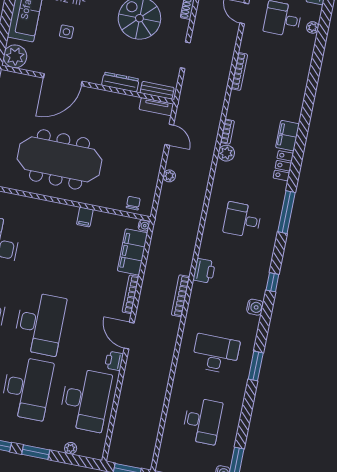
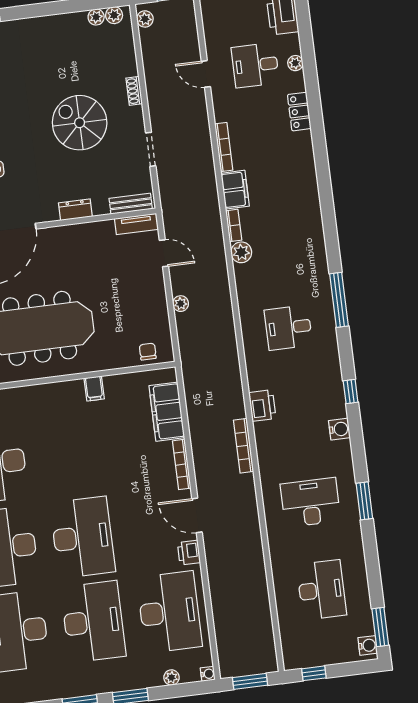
dresser: (120, 82) -> (75, 210), width x0.70
filing cabinet: (287, 136) -> (235, 190), moved, turned 180
locker: (283, 166) -> (299, 112), moved
water cooler: (144, 225) -> (208, 674), moved

